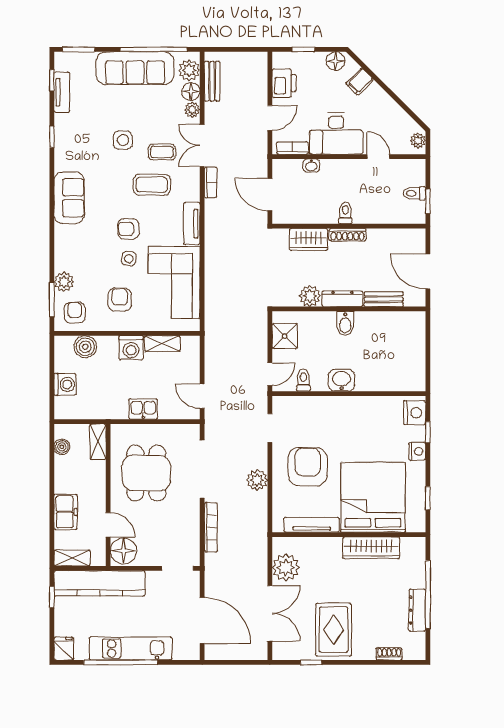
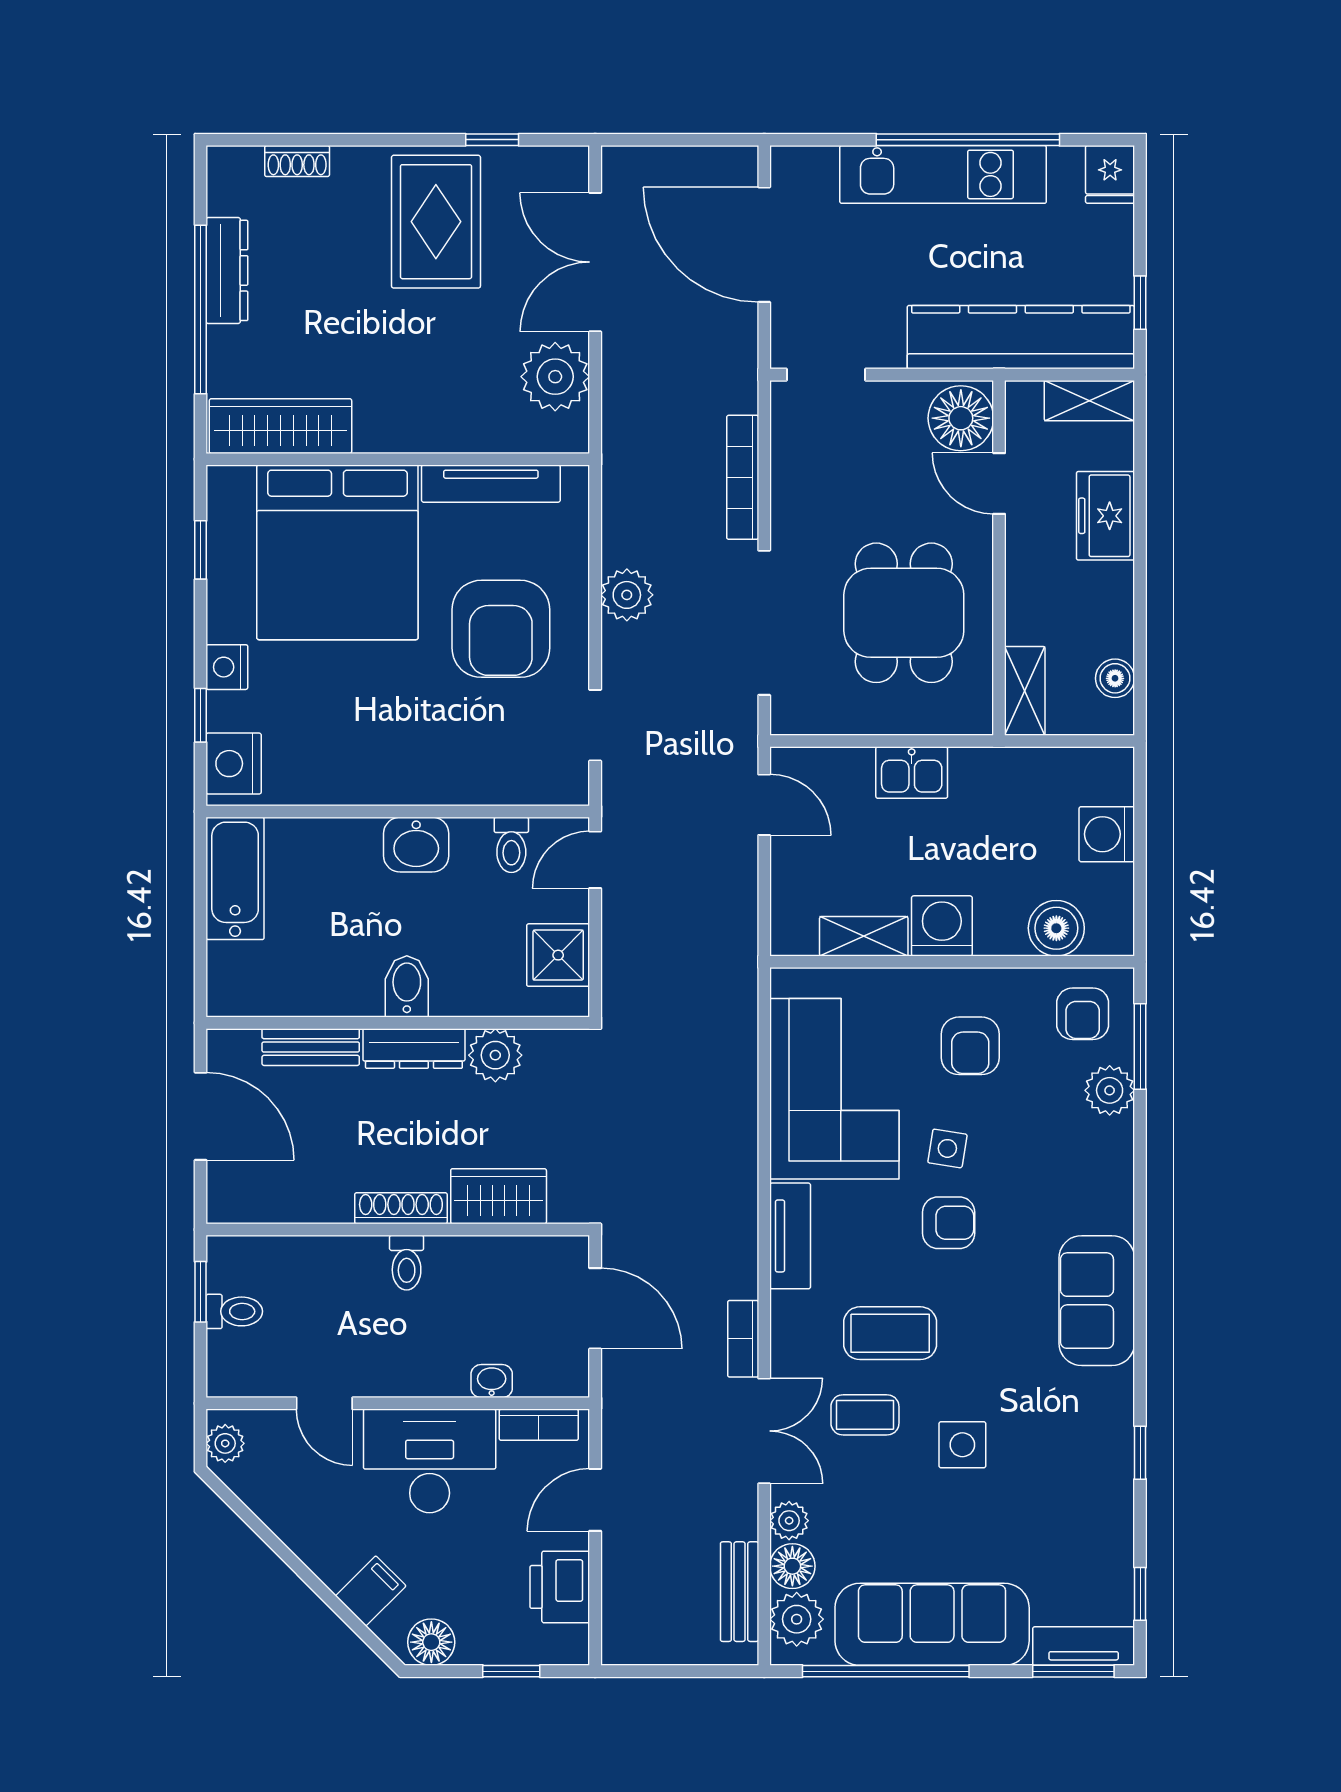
tv unit: (62, 92) -> (1084, 1646), moved, turned 90
bathtub: (414, 367) -> (235, 878), added
wardrobe: (371, 548) -> (280, 426), moved

